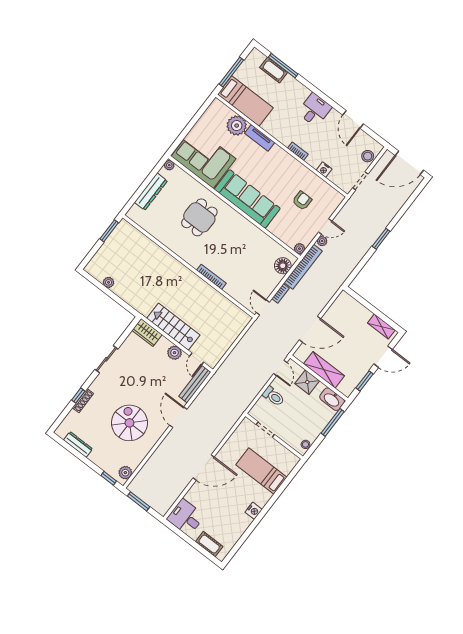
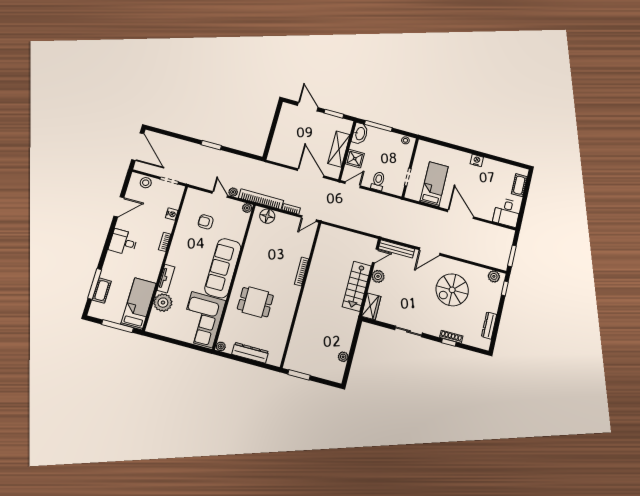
shelving: (381, 326) -> (284, 117), removed
bed: (261, 471) -> (434, 184), moved, turned 180

